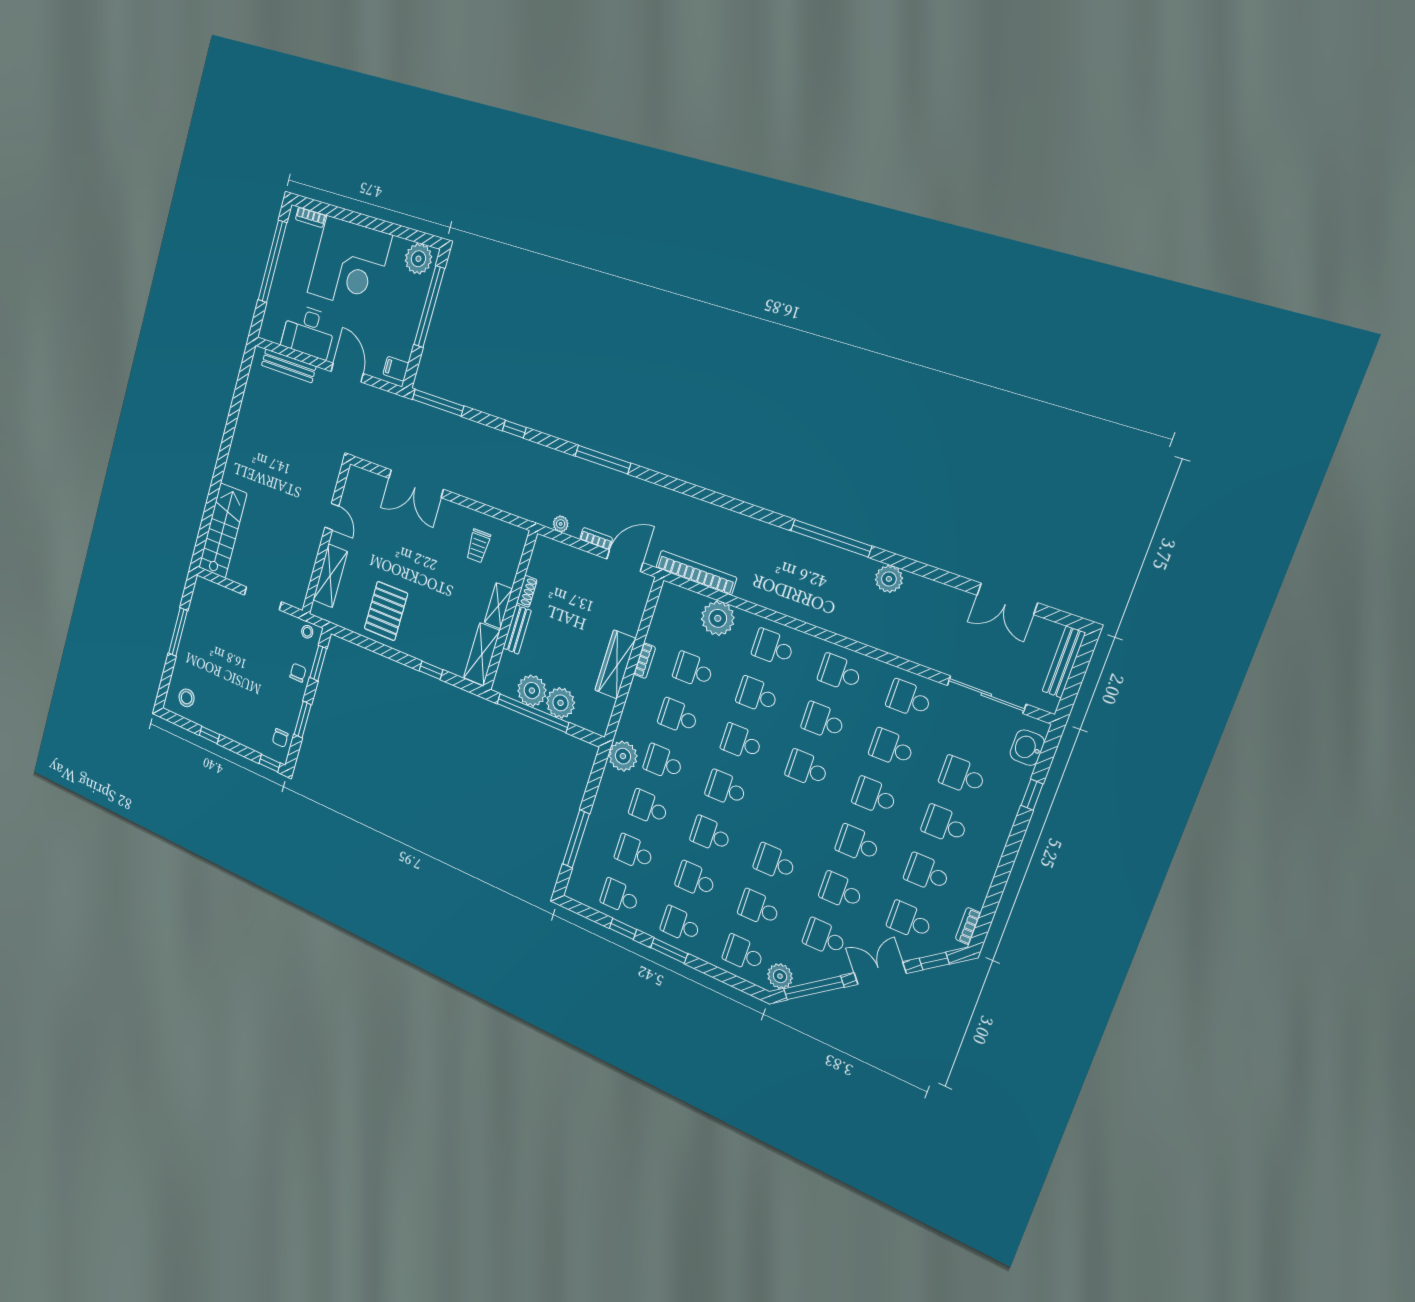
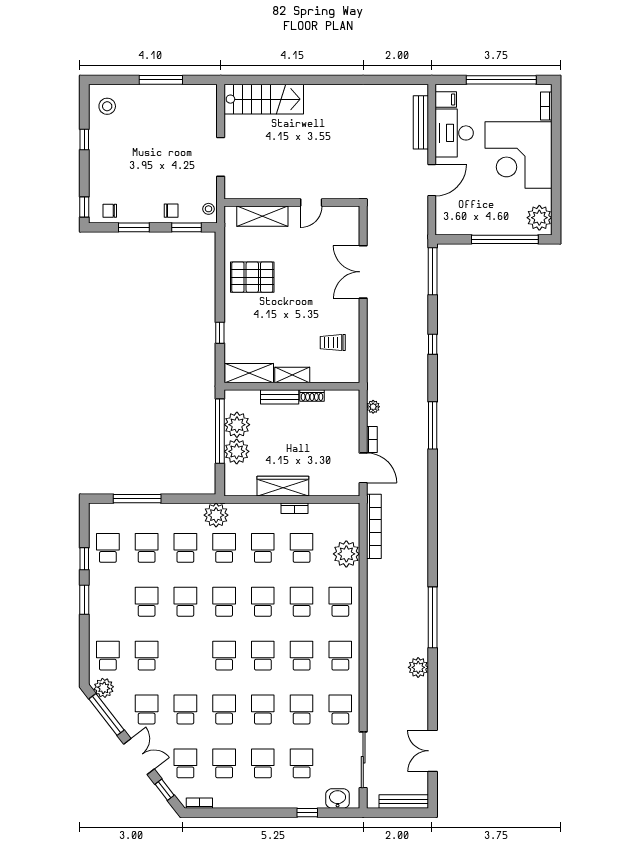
filing cabinet: (396, 369) -> (446, 99), moved, turned 90
school desk: (774, 862) -> (224, 656), moved
school desk: (680, 925) -> (108, 602), removed

